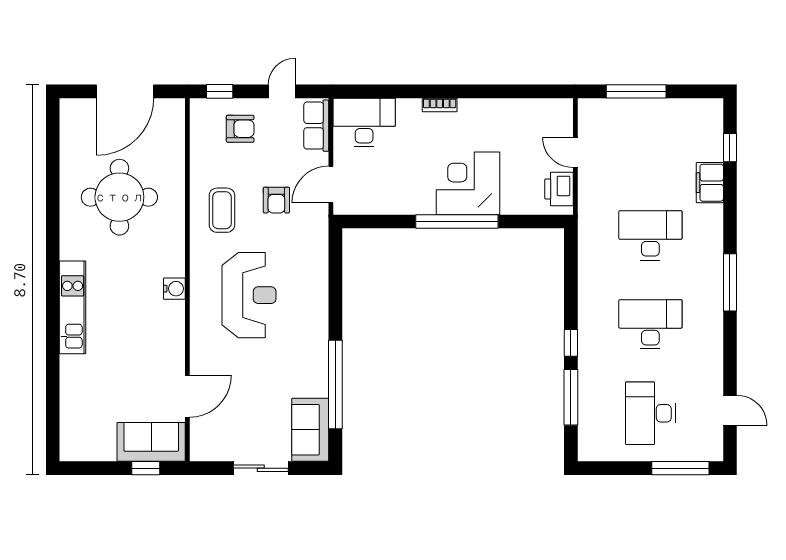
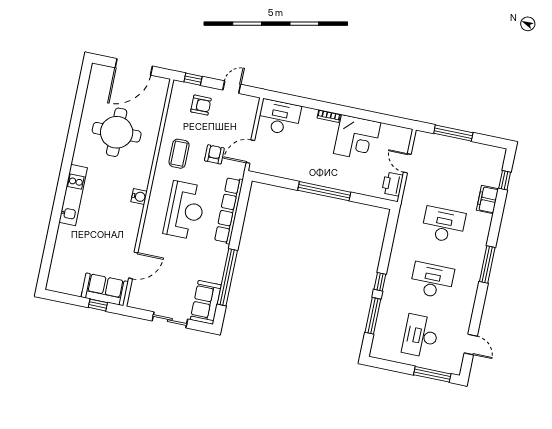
row of seats: (316, 126) -> (229, 210), moved, width x2.02
corner desk: (468, 183) -> (357, 138), moved, turned 180
armchair: (276, 200) -> (214, 154), turned 180

